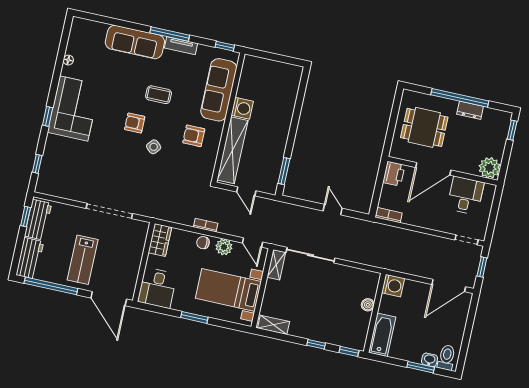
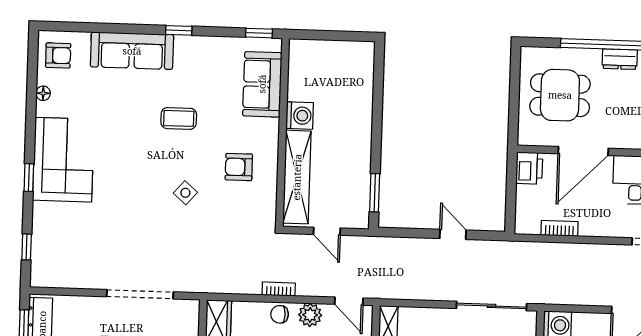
window: (170, 34) -> (179, 30), width x0.46
tv unit: (181, 46) -> (198, 44), removed
sofa: (219, 90) -> (262, 84), width x0.73
armchair: (135, 123) -> (58, 55), moved, turned 180
bookcase: (389, 215) -> (559, 228), moved
sliding door: (311, 255) -> (491, 306), moved

